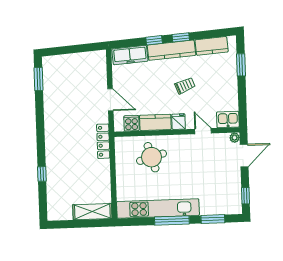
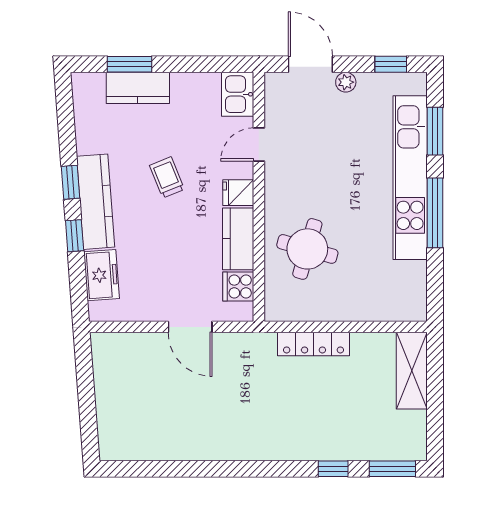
kitchen counter: (212, 46) -> (138, 88), moved, turned 94
freezer: (130, 55) -> (101, 275), width x0.71
window: (38, 79) -> (392, 469), moved
door: (110, 100) -> (190, 327), swing flipped
plant: (235, 138) -> (346, 82), moved
locker: (103, 141) -> (313, 344), moved
round table: (152, 157) -> (307, 249), turned 32
kitchen unit: (158, 209) -> (410, 178), moved

